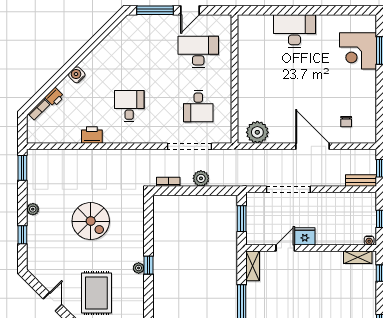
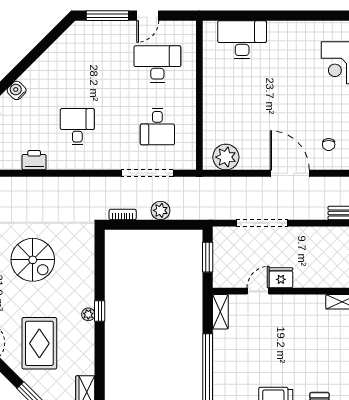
desk: (294, 31) -> (242, 40), moved

